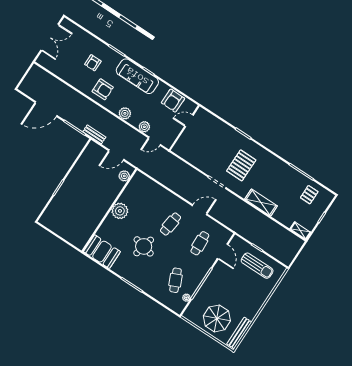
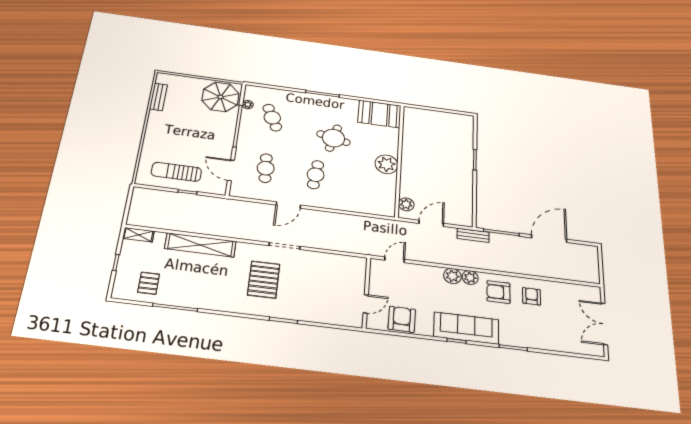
armchair: (93, 63) -> (532, 296), moved
plant: (144, 127) -> (470, 277), moved
shelving: (261, 202) -> (200, 245), width x1.47
parasol: (217, 318) -> (220, 97), moved
bench: (239, 333) -> (158, 97), width x0.73

